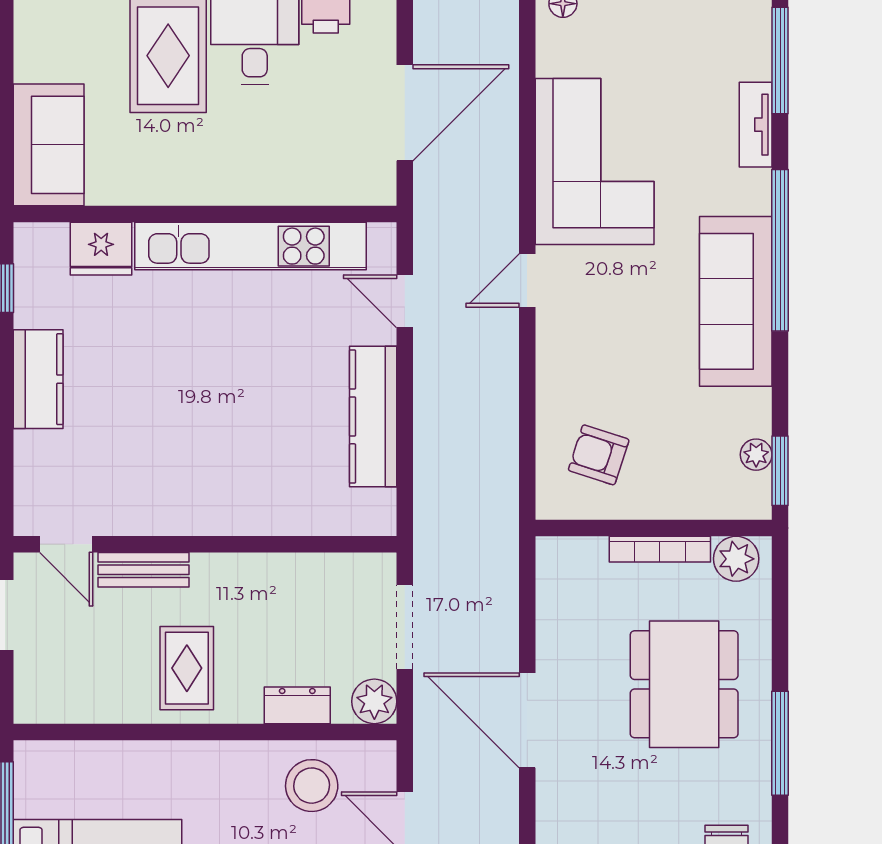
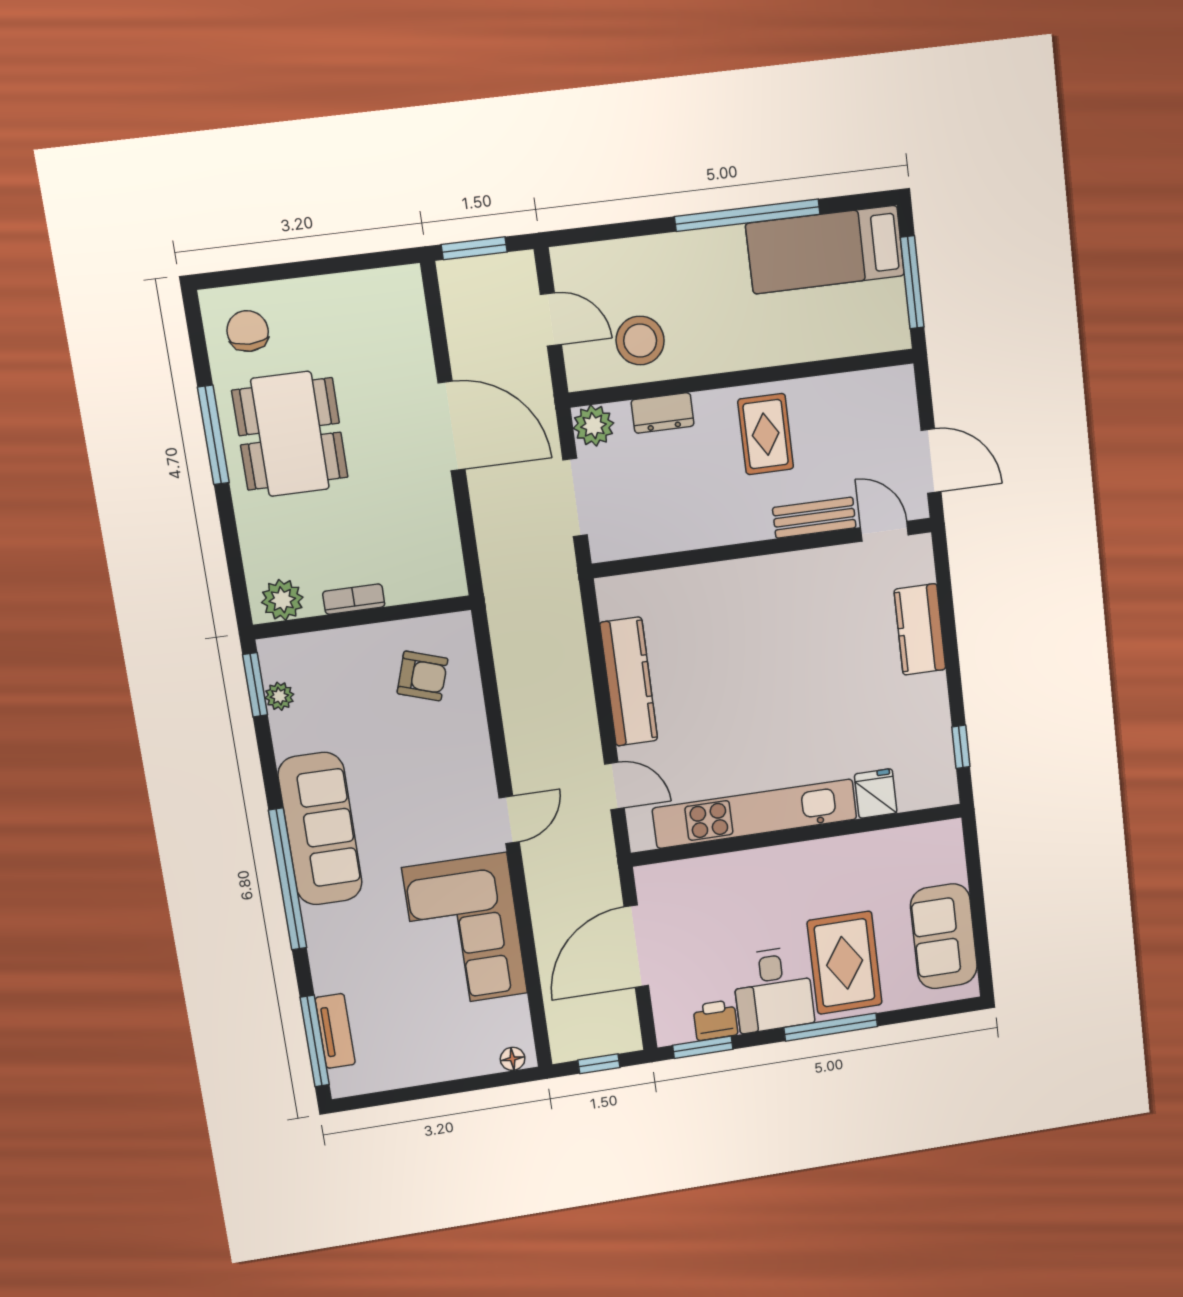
tv unit: (756, 125) -> (335, 1031), moved
sofa: (49, 145) -> (944, 936), moved
fridge: (101, 249) -> (876, 794), width x0.72
kitchen counter: (38, 379) -> (920, 629), moved
bookcase: (660, 549) -> (354, 599), width x0.64
dining table: (684, 684) -> (290, 434), moved

